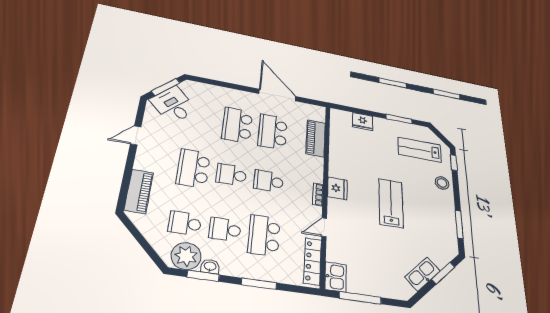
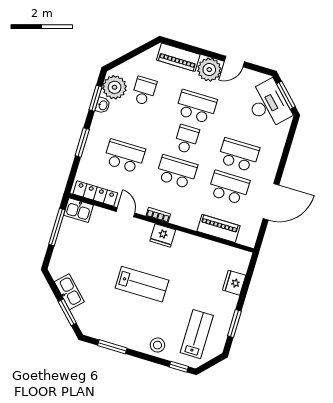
desk: (173, 105) -> (268, 104), width x1.37
door: (136, 135) -> (234, 62), swing flipped
plant: (149, 159) -> (209, 70), added
school desk: (269, 181) -> (177, 172), width x1.85
school desk: (225, 229) -> (134, 124), removed

